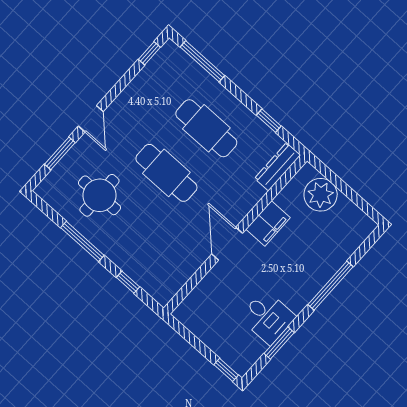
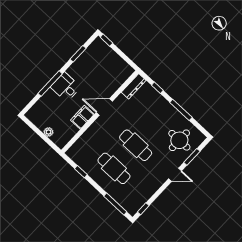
door: (91, 119) -> (175, 175), swing flipped
dresser: (278, 167) -> (134, 86), moved
round table: (99, 195) -> (179, 140), moved
plant: (321, 195) -> (48, 132), width x0.53, depth x0.53
door: (227, 244) -> (104, 107), swing flipped
desk: (268, 317) -> (66, 87), moved

